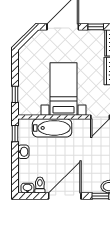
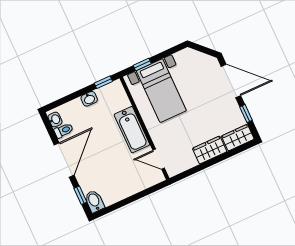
bed with nightstands: (64, 89) -> (161, 91), moved, turned 90
bathtub: (52, 128) -> (132, 130), moved
door: (65, 196) -> (64, 160), hinge flipped

